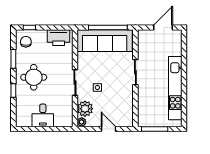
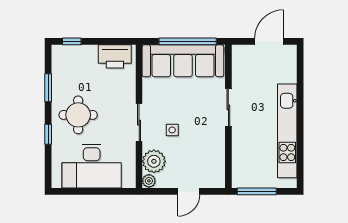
chair: (26, 42) -> (67, 62), removed
desk: (43, 115) -> (92, 166), width x1.87, depth x1.30
door: (109, 129) -> (189, 191), swing flipped

